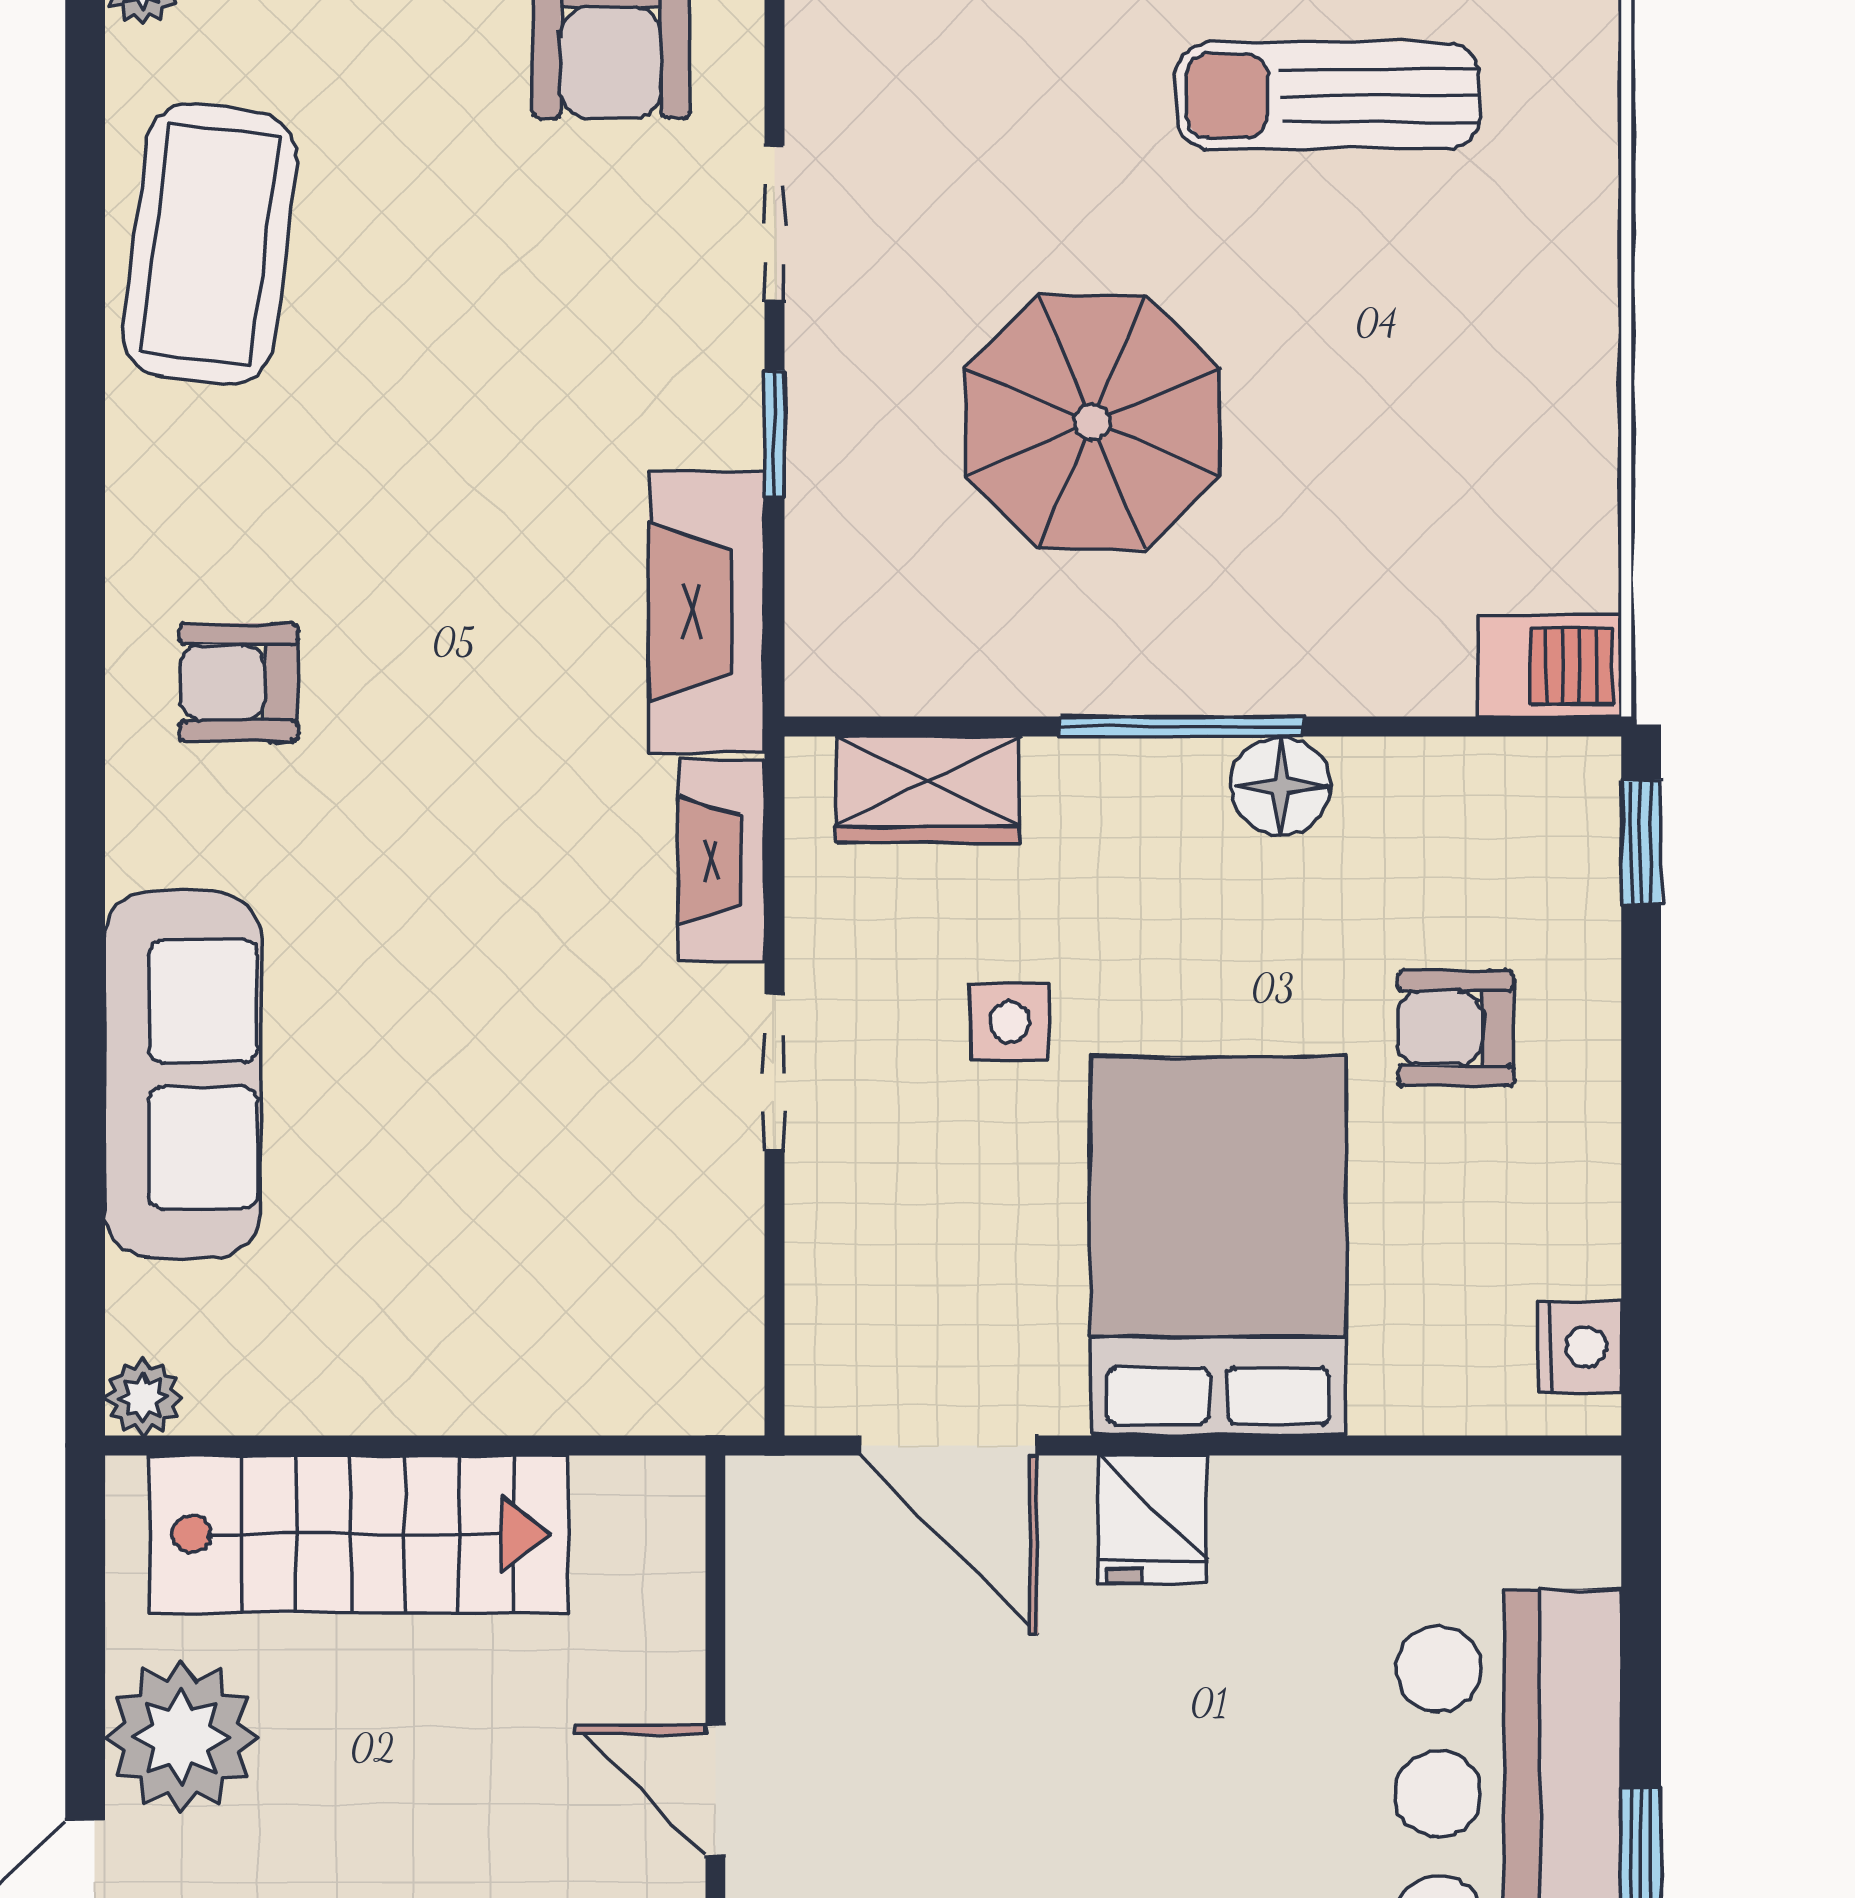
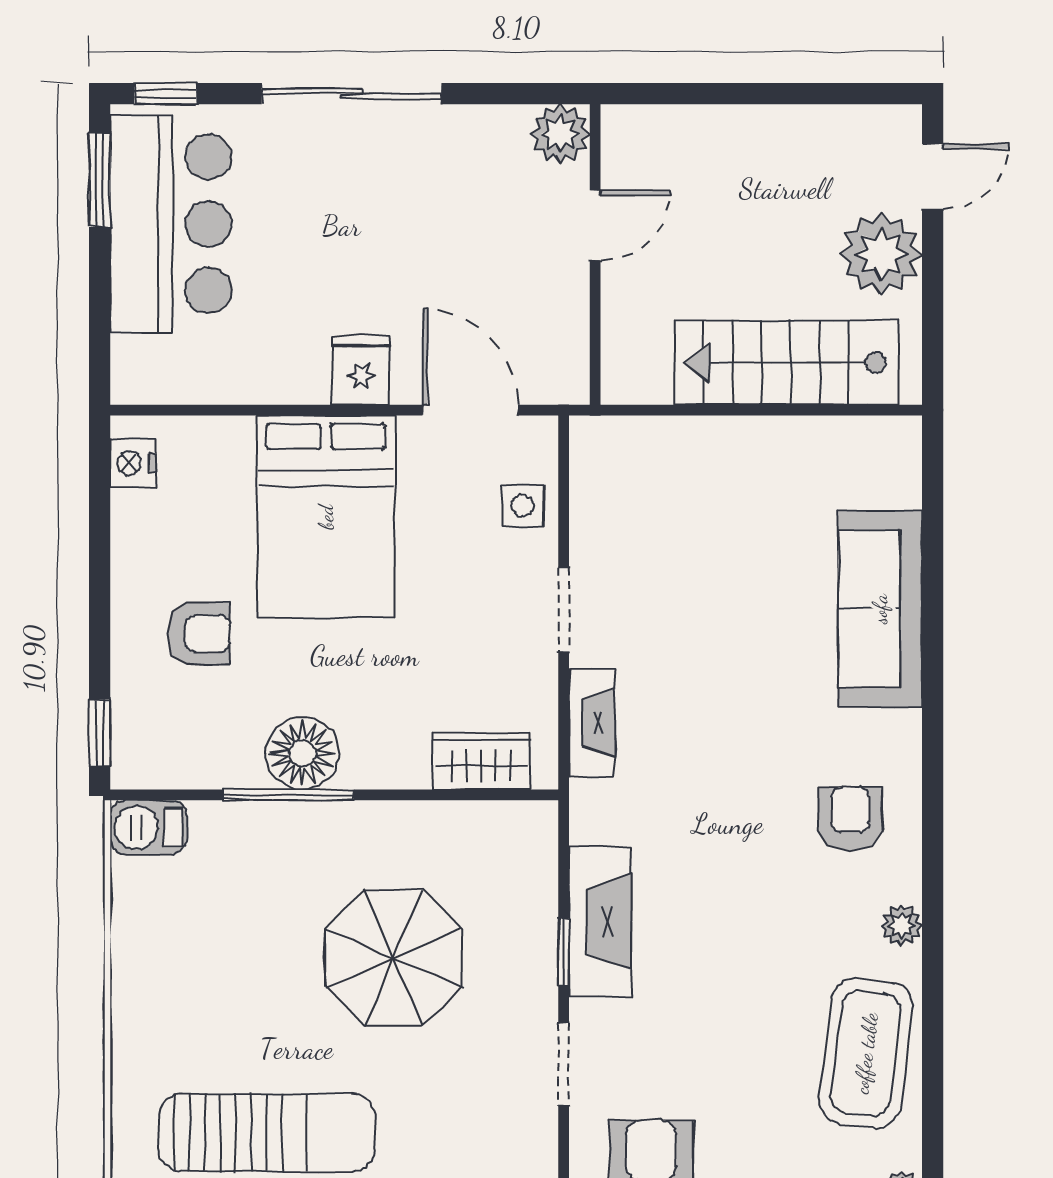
sun lounger: (1328, 96) -> (267, 1133), width x1.36, depth x1.34
fireplace: (707, 612) -> (600, 922), moved
armchair: (239, 682) -> (850, 819), turned -90
window: (1181, 727) -> (289, 795), moved
floor lamp: (1281, 786) -> (302, 753), width x1.38, depth x1.38
side table: (1010, 1022) -> (523, 506), moved
plant: (143, 1397) -> (902, 926), moved
door: (715, 1791) -> (595, 225), hinge flipped

